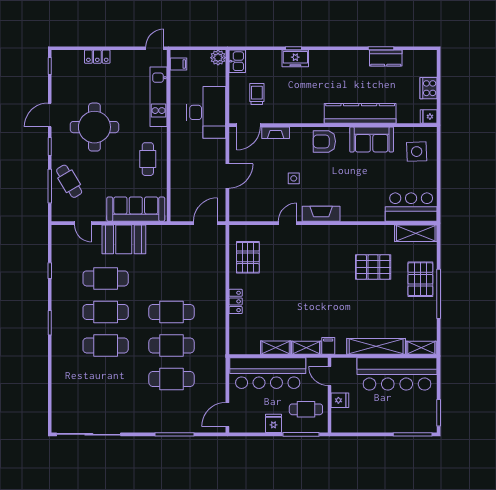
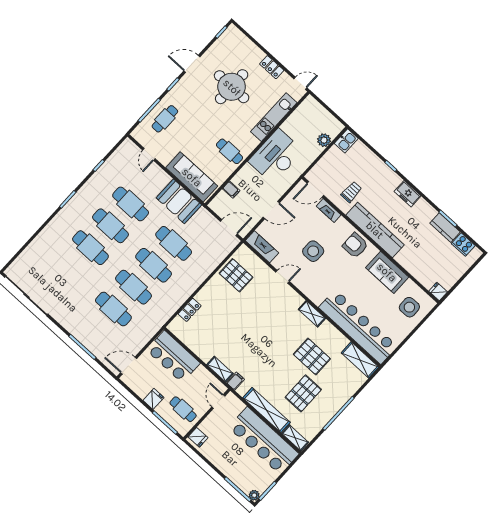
locker: (97, 57) -> (272, 67), moved
plant: (218, 58) -> (324, 140), moved
freezer: (295, 58) -> (408, 194), moved
filing cabinet: (178, 64) -> (231, 190), moved
cooker: (429, 88) -> (463, 245), moved, turned -90
trolley: (257, 94) -> (351, 192), moved
desk: (206, 112) -> (276, 156), moved, turned 180
kitchen counter: (360, 113) -> (375, 230), moved
round table: (94, 127) -> (232, 87), moved
cafe table: (148, 159) -> (229, 151), turned 90
side table: (294, 178) -> (313, 251), width x1.87, depth x1.87
cafe table: (69, 181) -> (165, 119), turned 31
bar counter: (411, 207) -> (358, 327), width x1.86
fireplace: (321, 214) -> (262, 247), moved
booth: (124, 239) -> (179, 201), moved
pallet: (248, 257) -> (236, 275), turned 90
cafe table: (172, 278) -> (174, 243), added
pallet: (420, 279) -> (303, 393), moved
locker: (236, 301) -> (190, 310), moved
shelving: (276, 348) -> (312, 314), moved
bar counter: (268, 373) -> (173, 357), width x0.73
fridge: (340, 400) -> (198, 437), moved
plant: (431, 427) -> (254, 495), added

